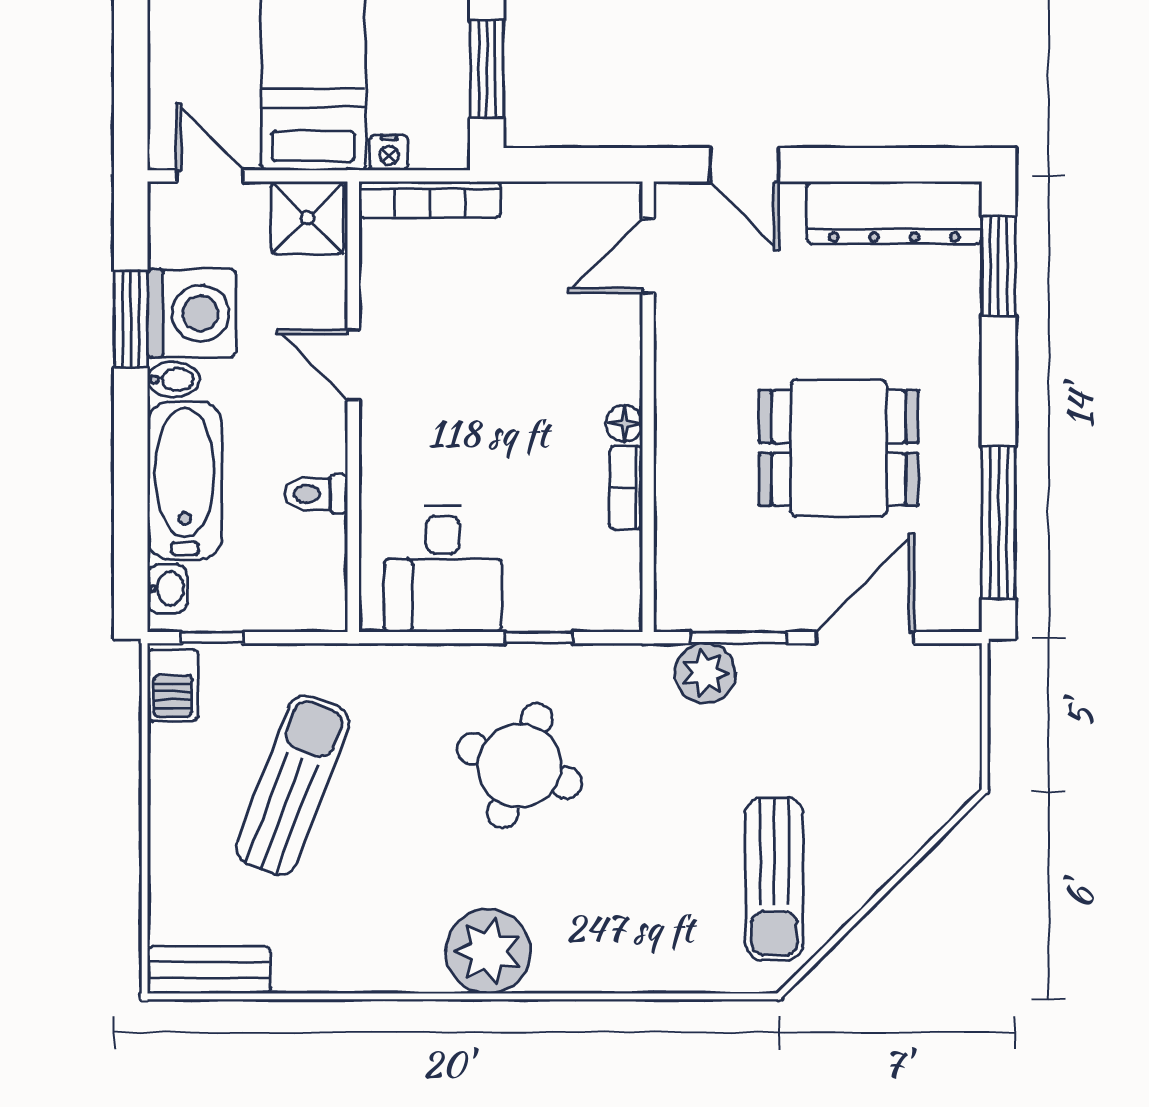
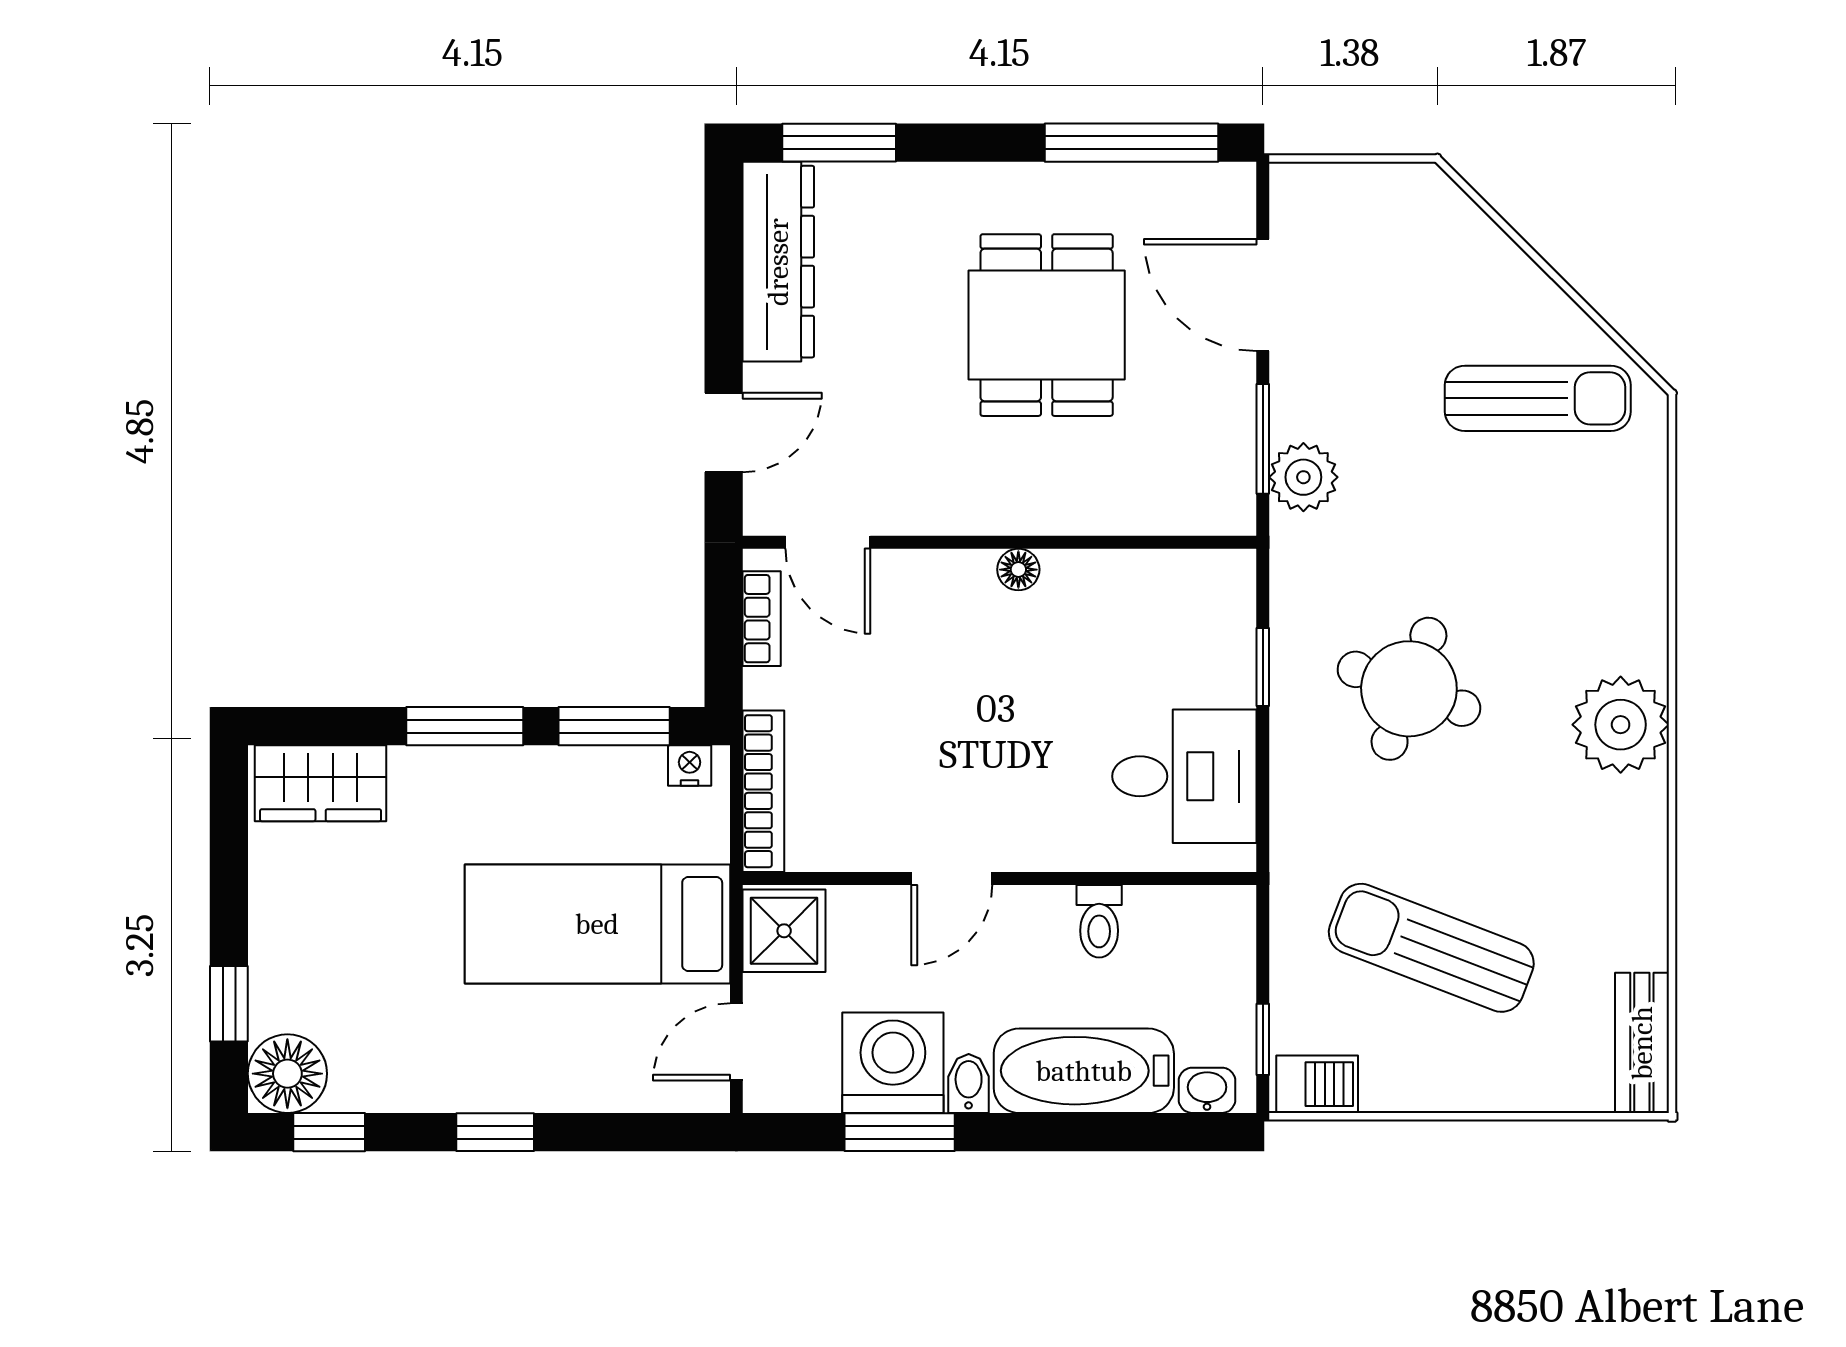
nightstand: (389, 153) -> (690, 766), moved, turned -90
bookcase: (626, 488) -> (762, 619), moved, turned -90

